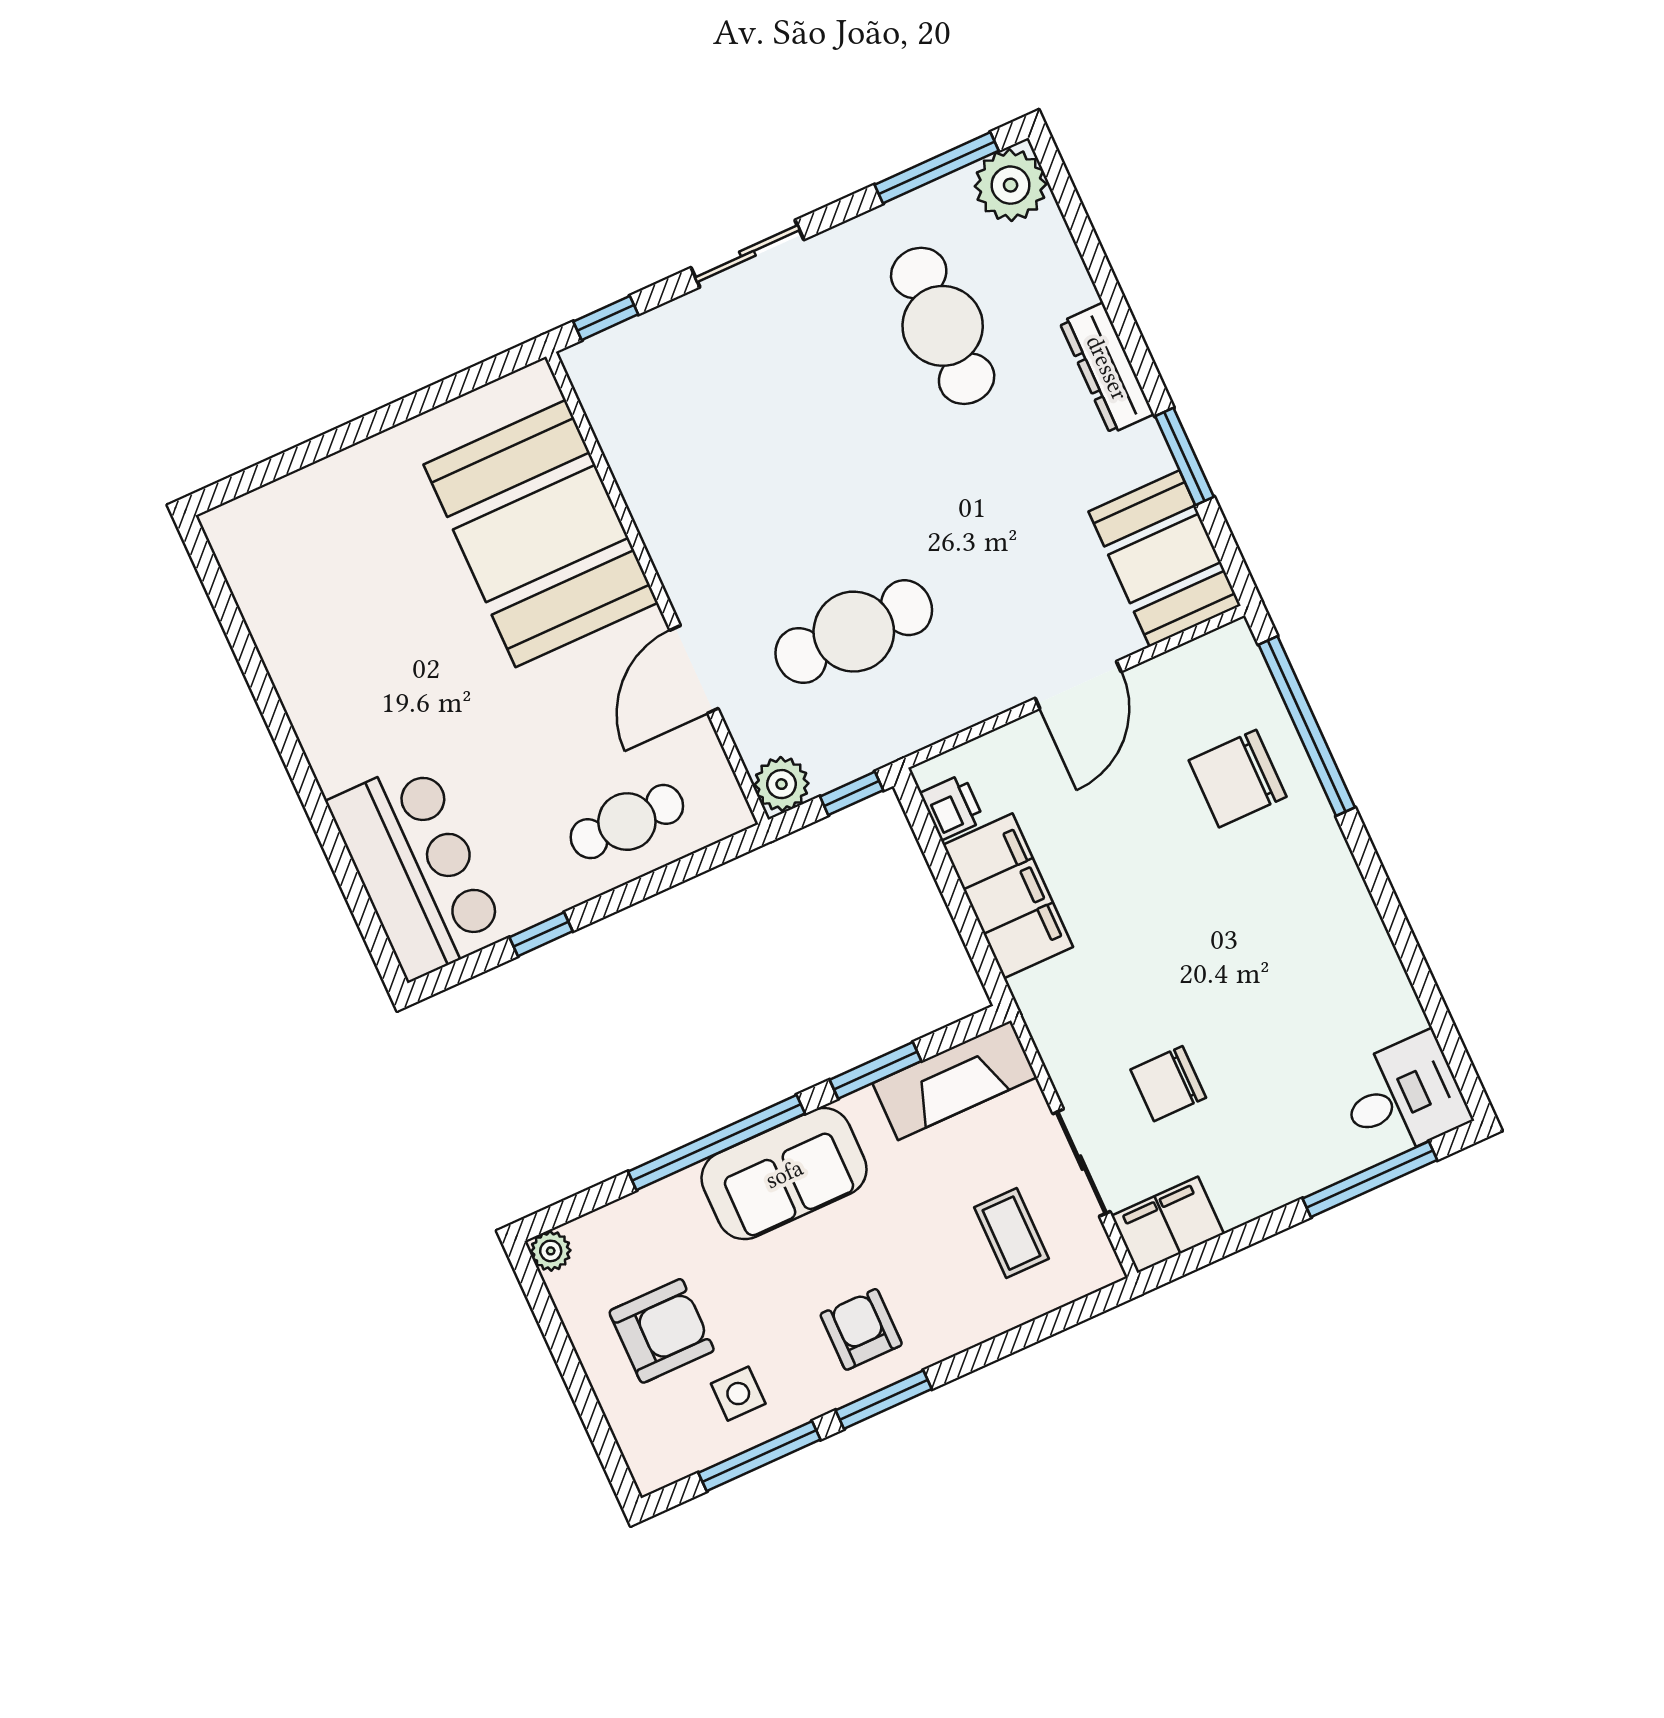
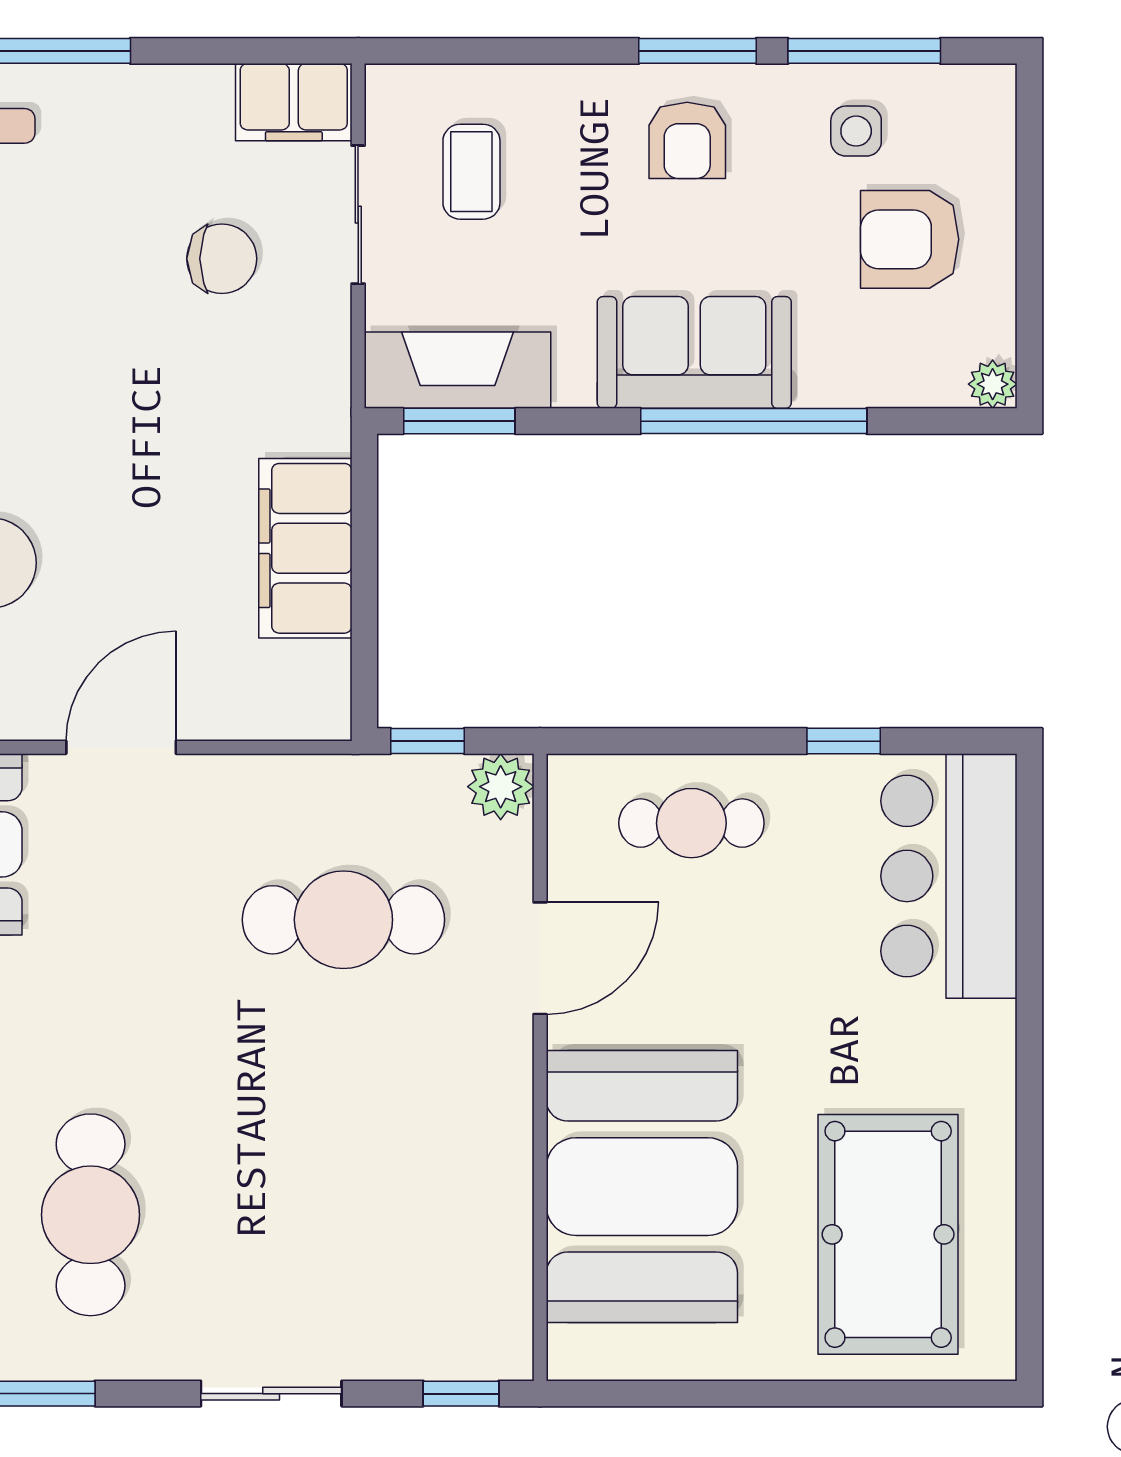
pool table: (341, 581) -> (888, 1234), added
printer: (952, 807) -> (323, 675), removed
window: (875, 1070) -> (459, 421), moved

